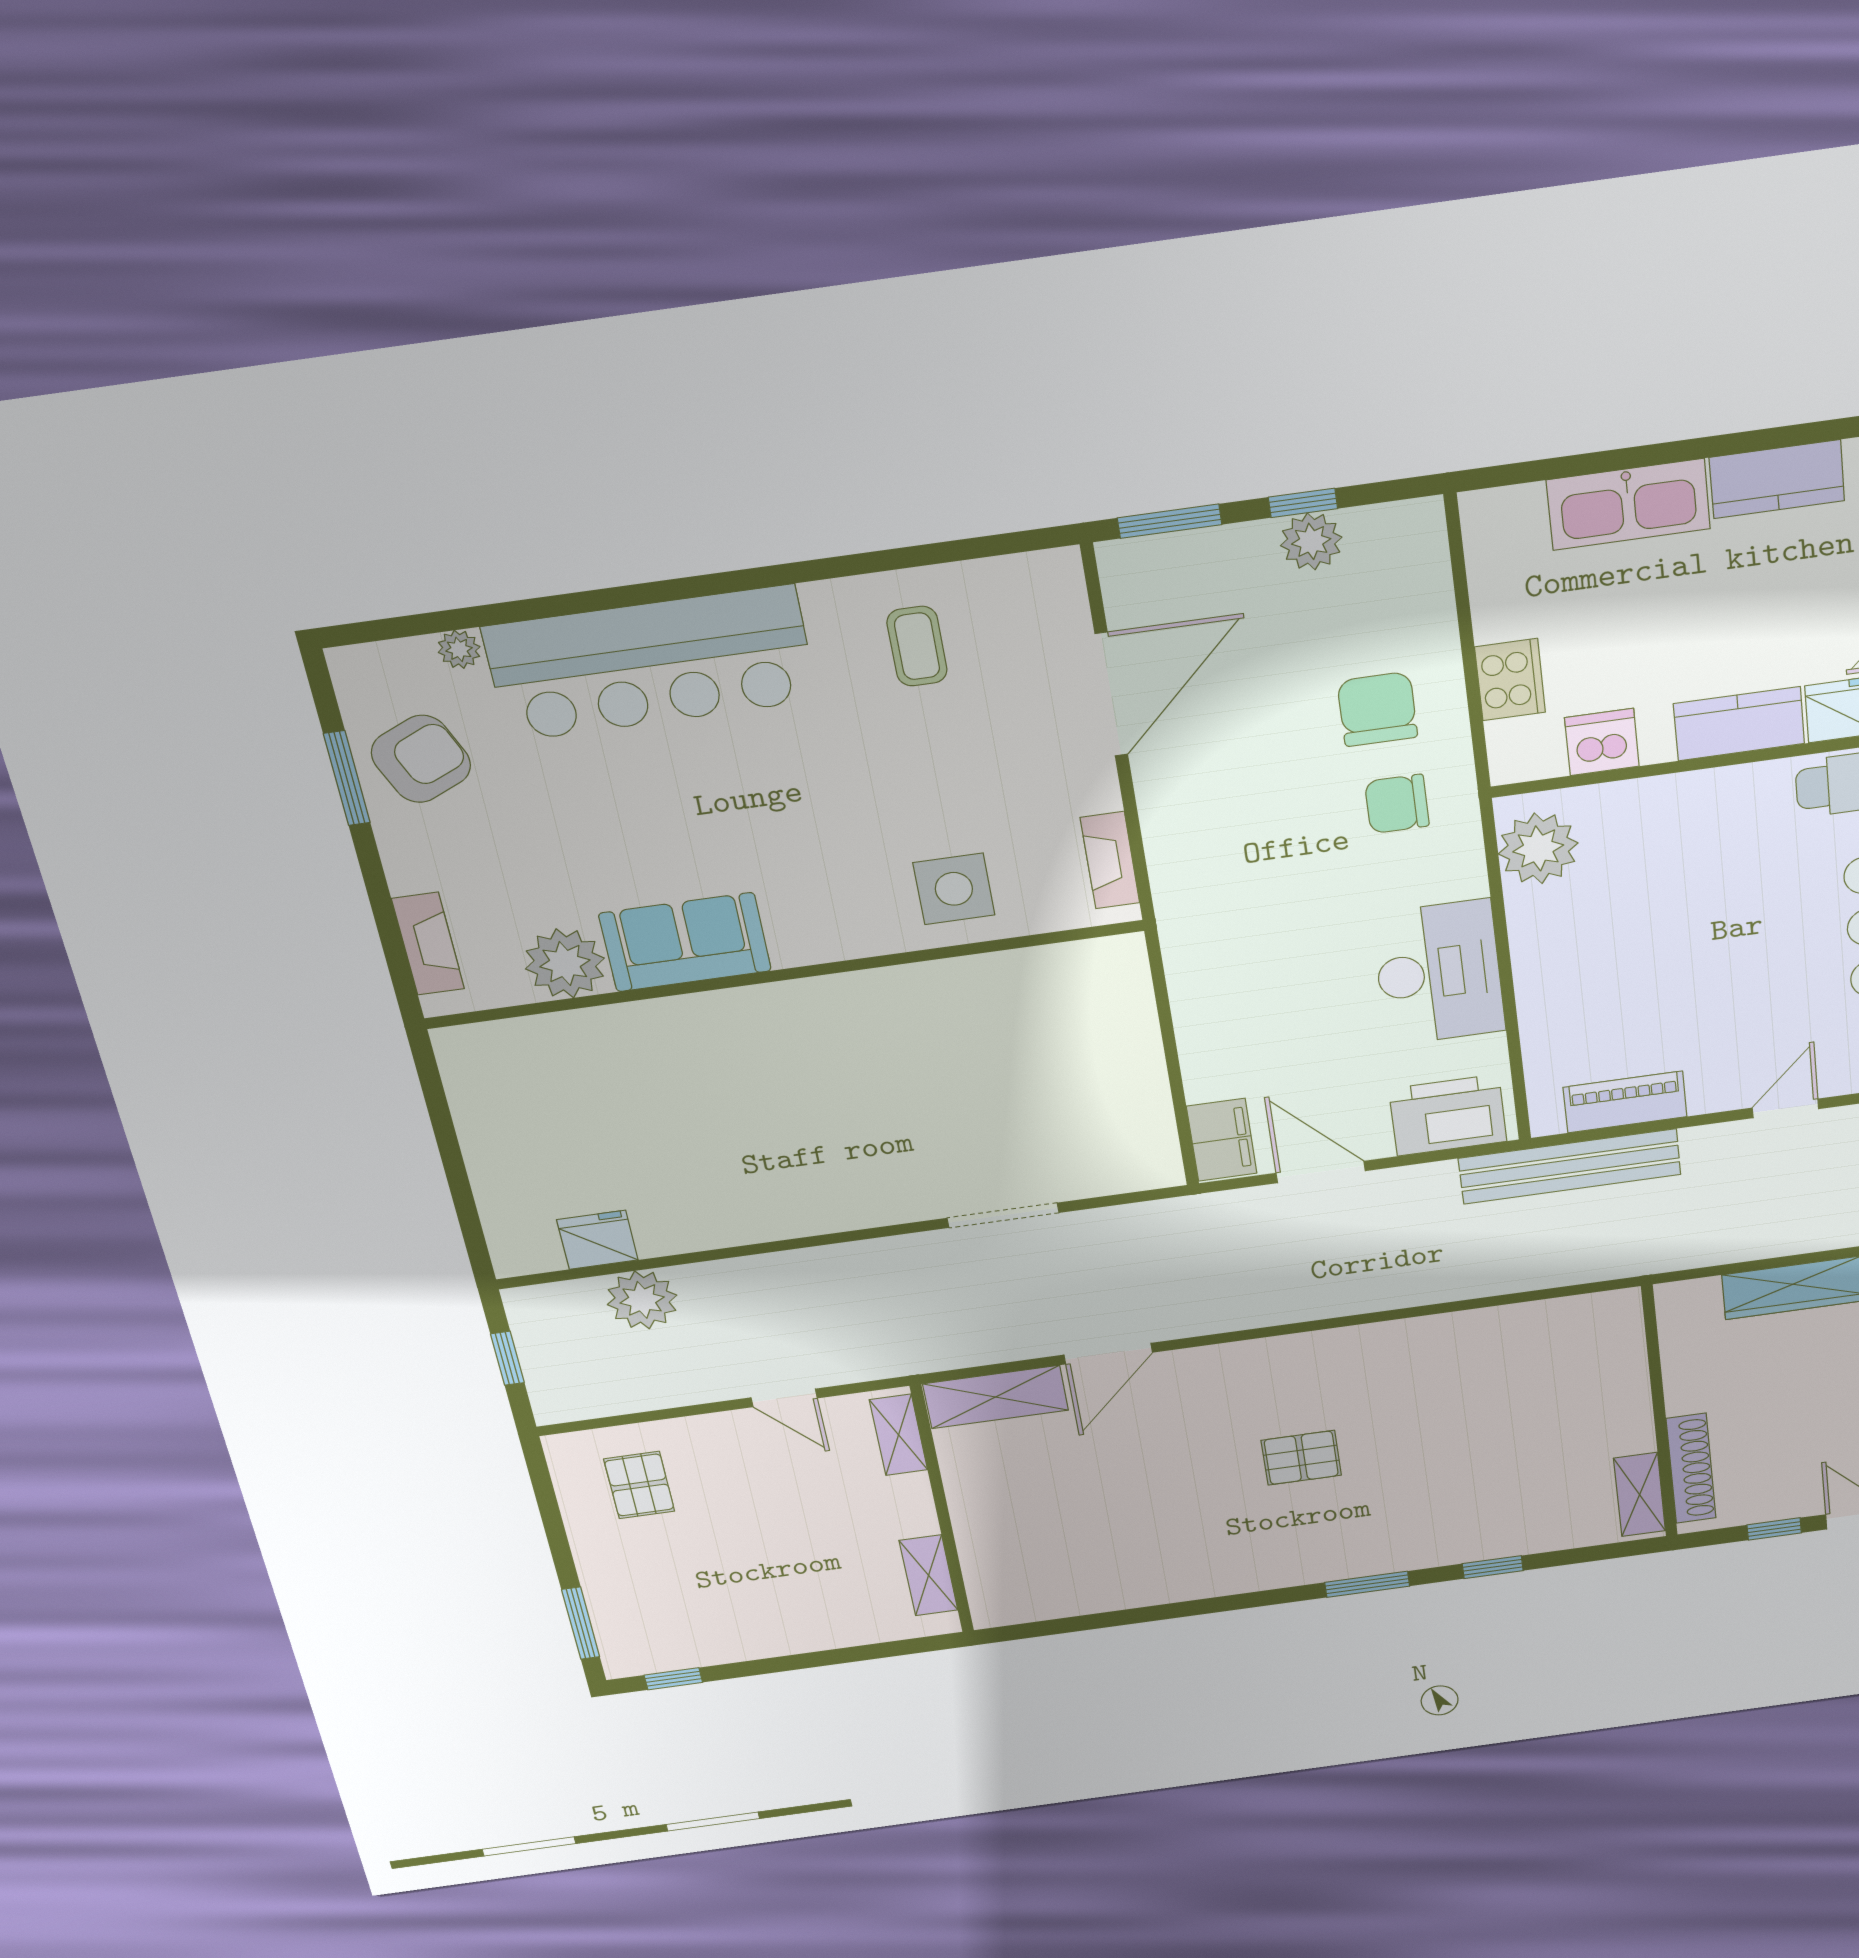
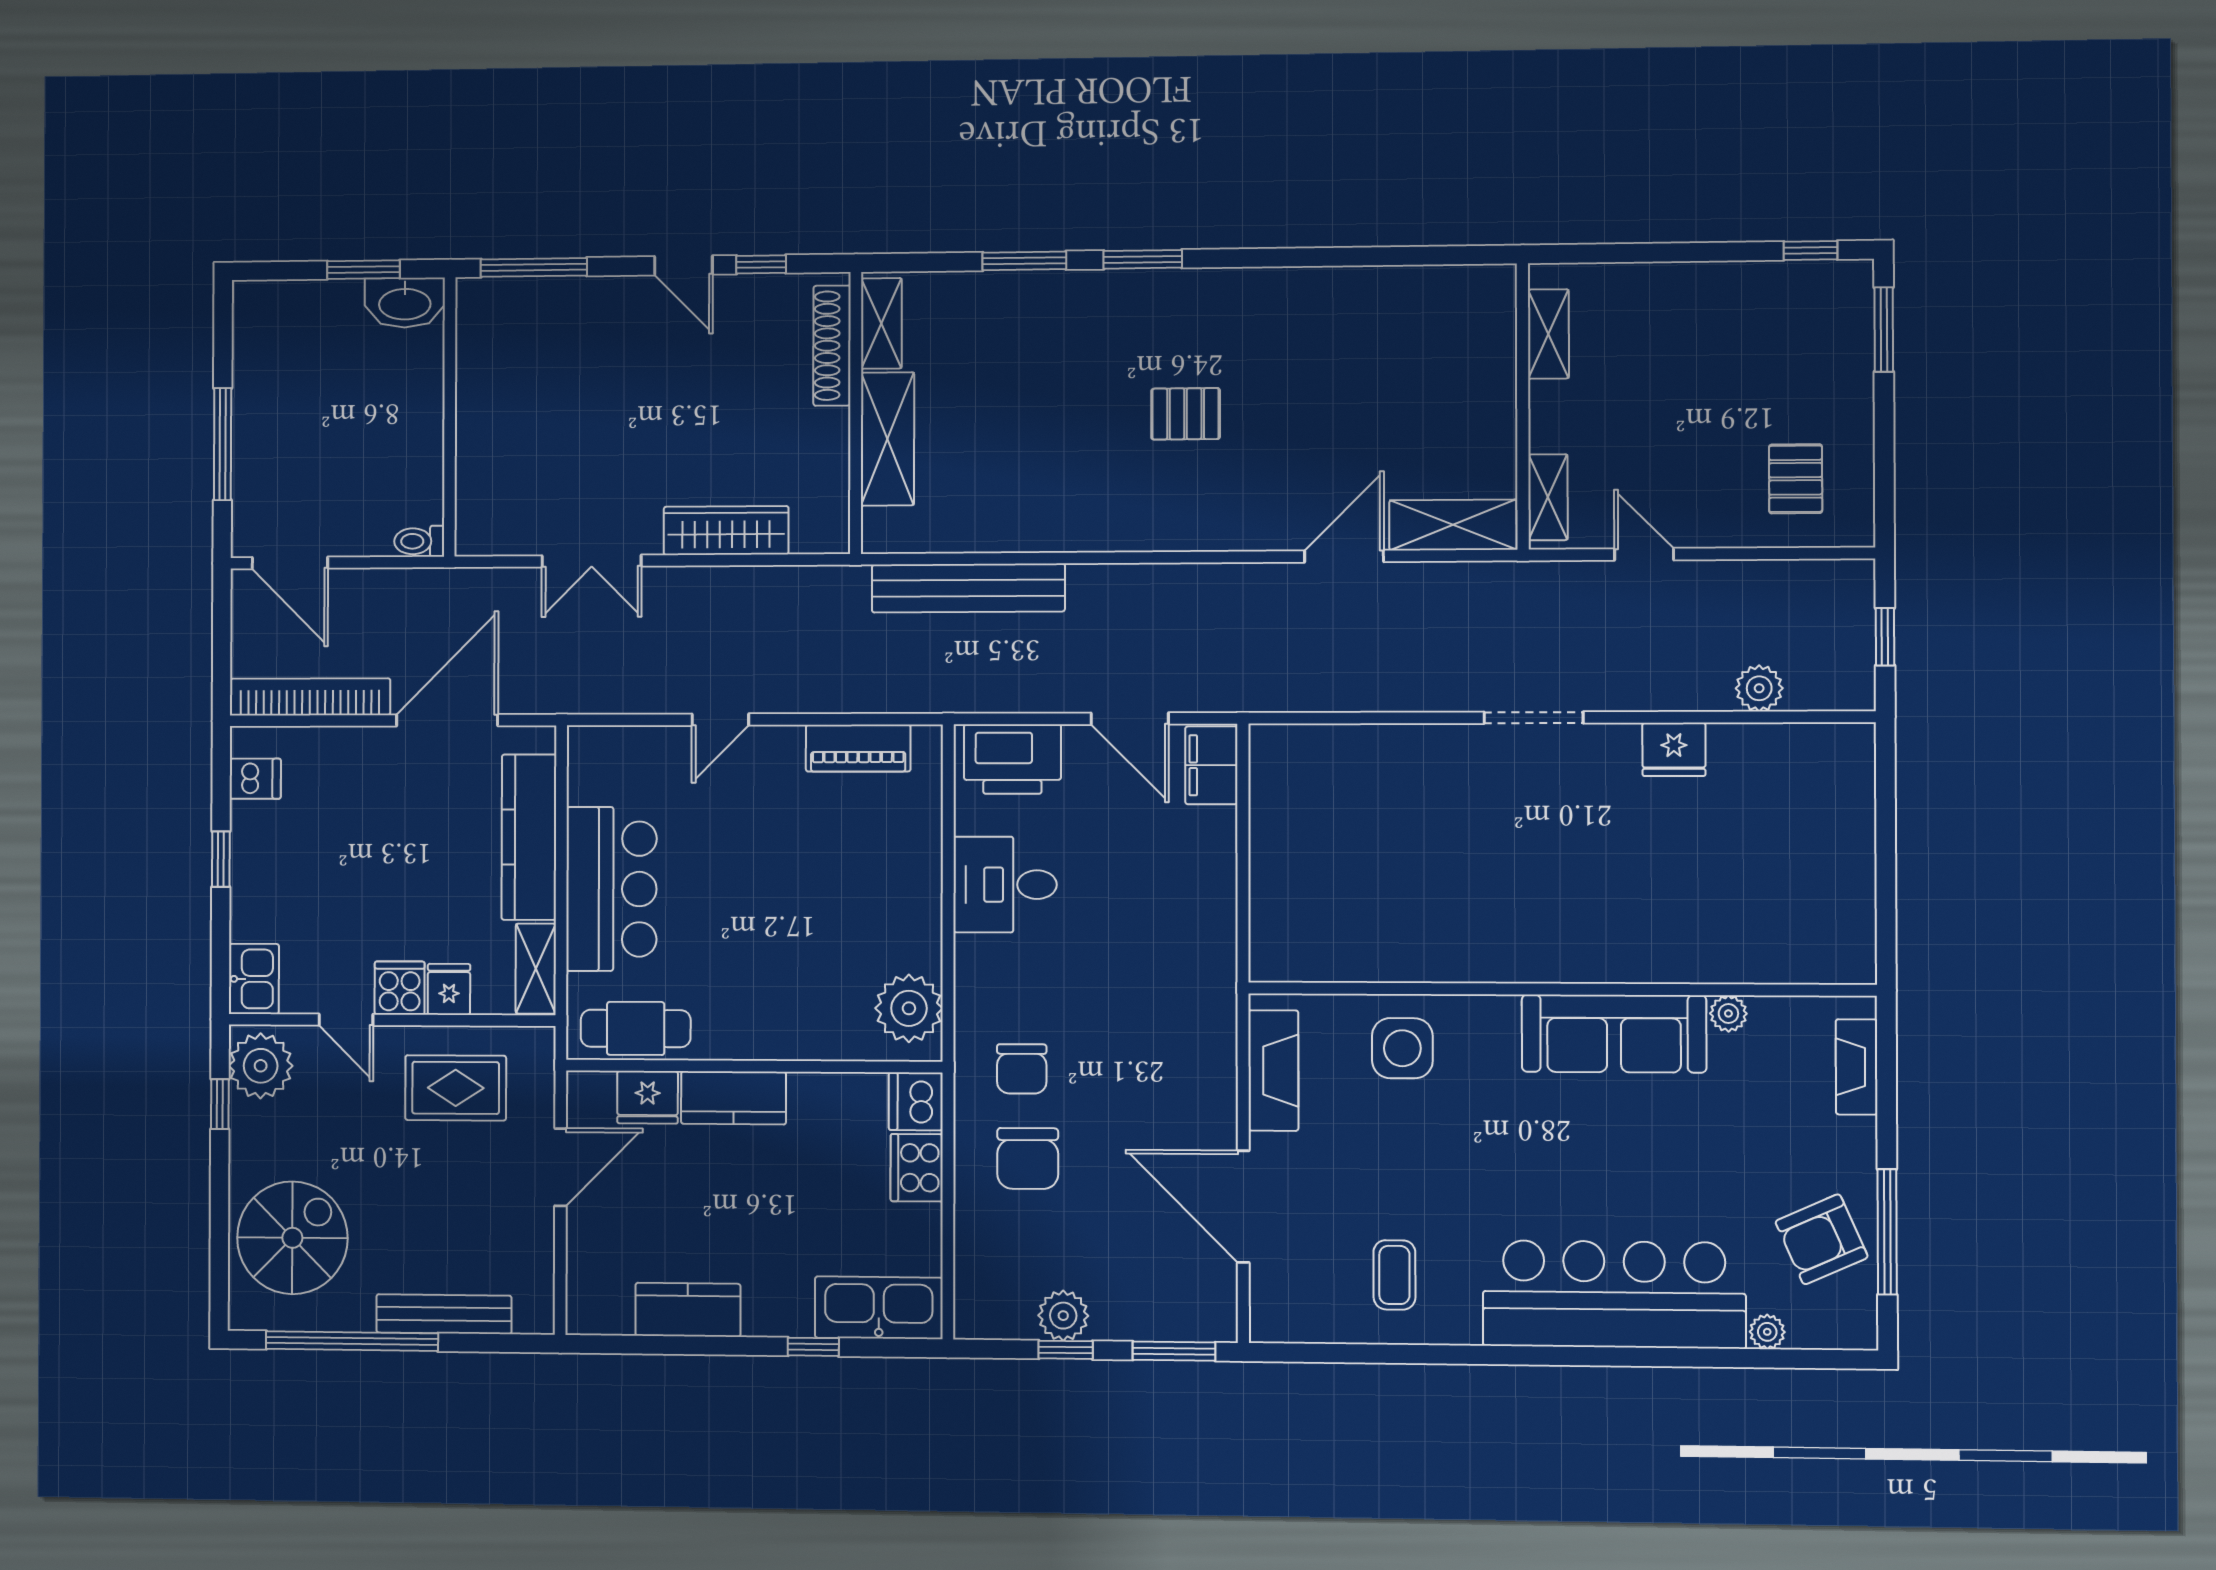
window: (1617, 460) -> (813, 1347), added
kitchen sink: (1628, 504) -> (879, 1308), moved
door: (1111, 694) -> (1243, 1207), hinge flipped
dishwasher: (1602, 742) -> (916, 1101), moved, turned 90
window: (347, 778) -> (1887, 1232), width x1.44
chair: (1397, 804) -> (1022, 1069), turned 90
fireplace: (1110, 860) -> (1273, 1071), width x1.37, depth x1.32
sofa: (685, 942) -> (1614, 1034), width x1.36
plant: (565, 963) -> (1728, 1013), width x0.53, depth x0.53
desk: (1439, 973) -> (1005, 885), width x0.73
bench: (1570, 1166) -> (968, 588), moved
doorway: (1003, 1215) -> (1534, 718), moved
fridge: (597, 1240) -> (1674, 749), moved
plant: (642, 1300) -> (1759, 688), width x0.73, depth x0.73
shelving: (1622, 1394) -> (887, 439), added
window: (1493, 1567) -> (1024, 261), width x1.50

